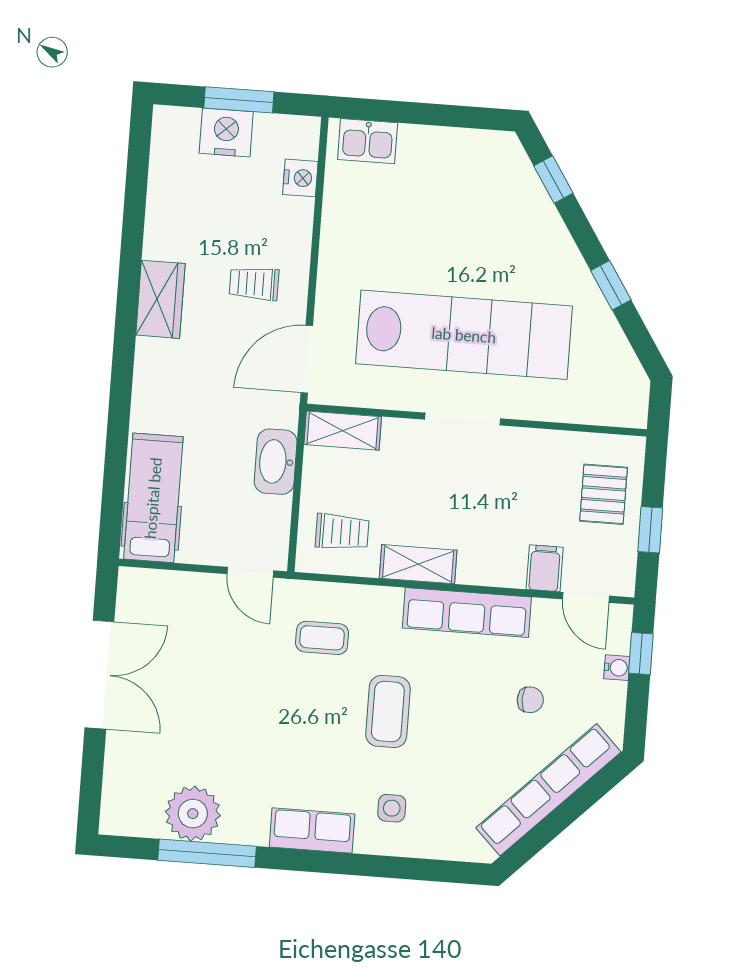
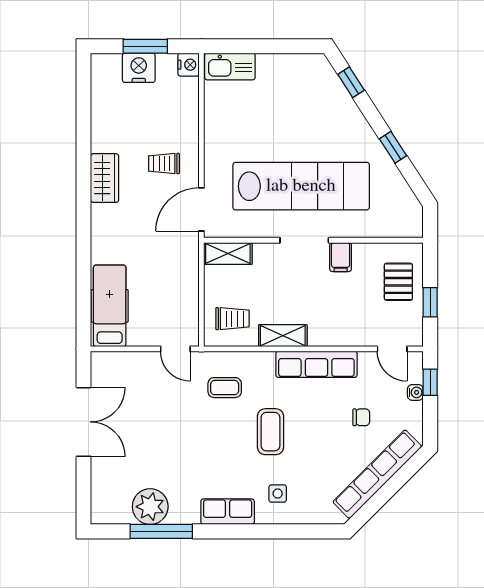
kitchen sink: (368, 141) -> (230, 66), width x1.38
nightstand: (300, 178) -> (189, 65), moved
washbasin: (276, 462) -> (186, 277), removed
filing cabinet: (545, 568) -> (341, 257), moved, turned 180

